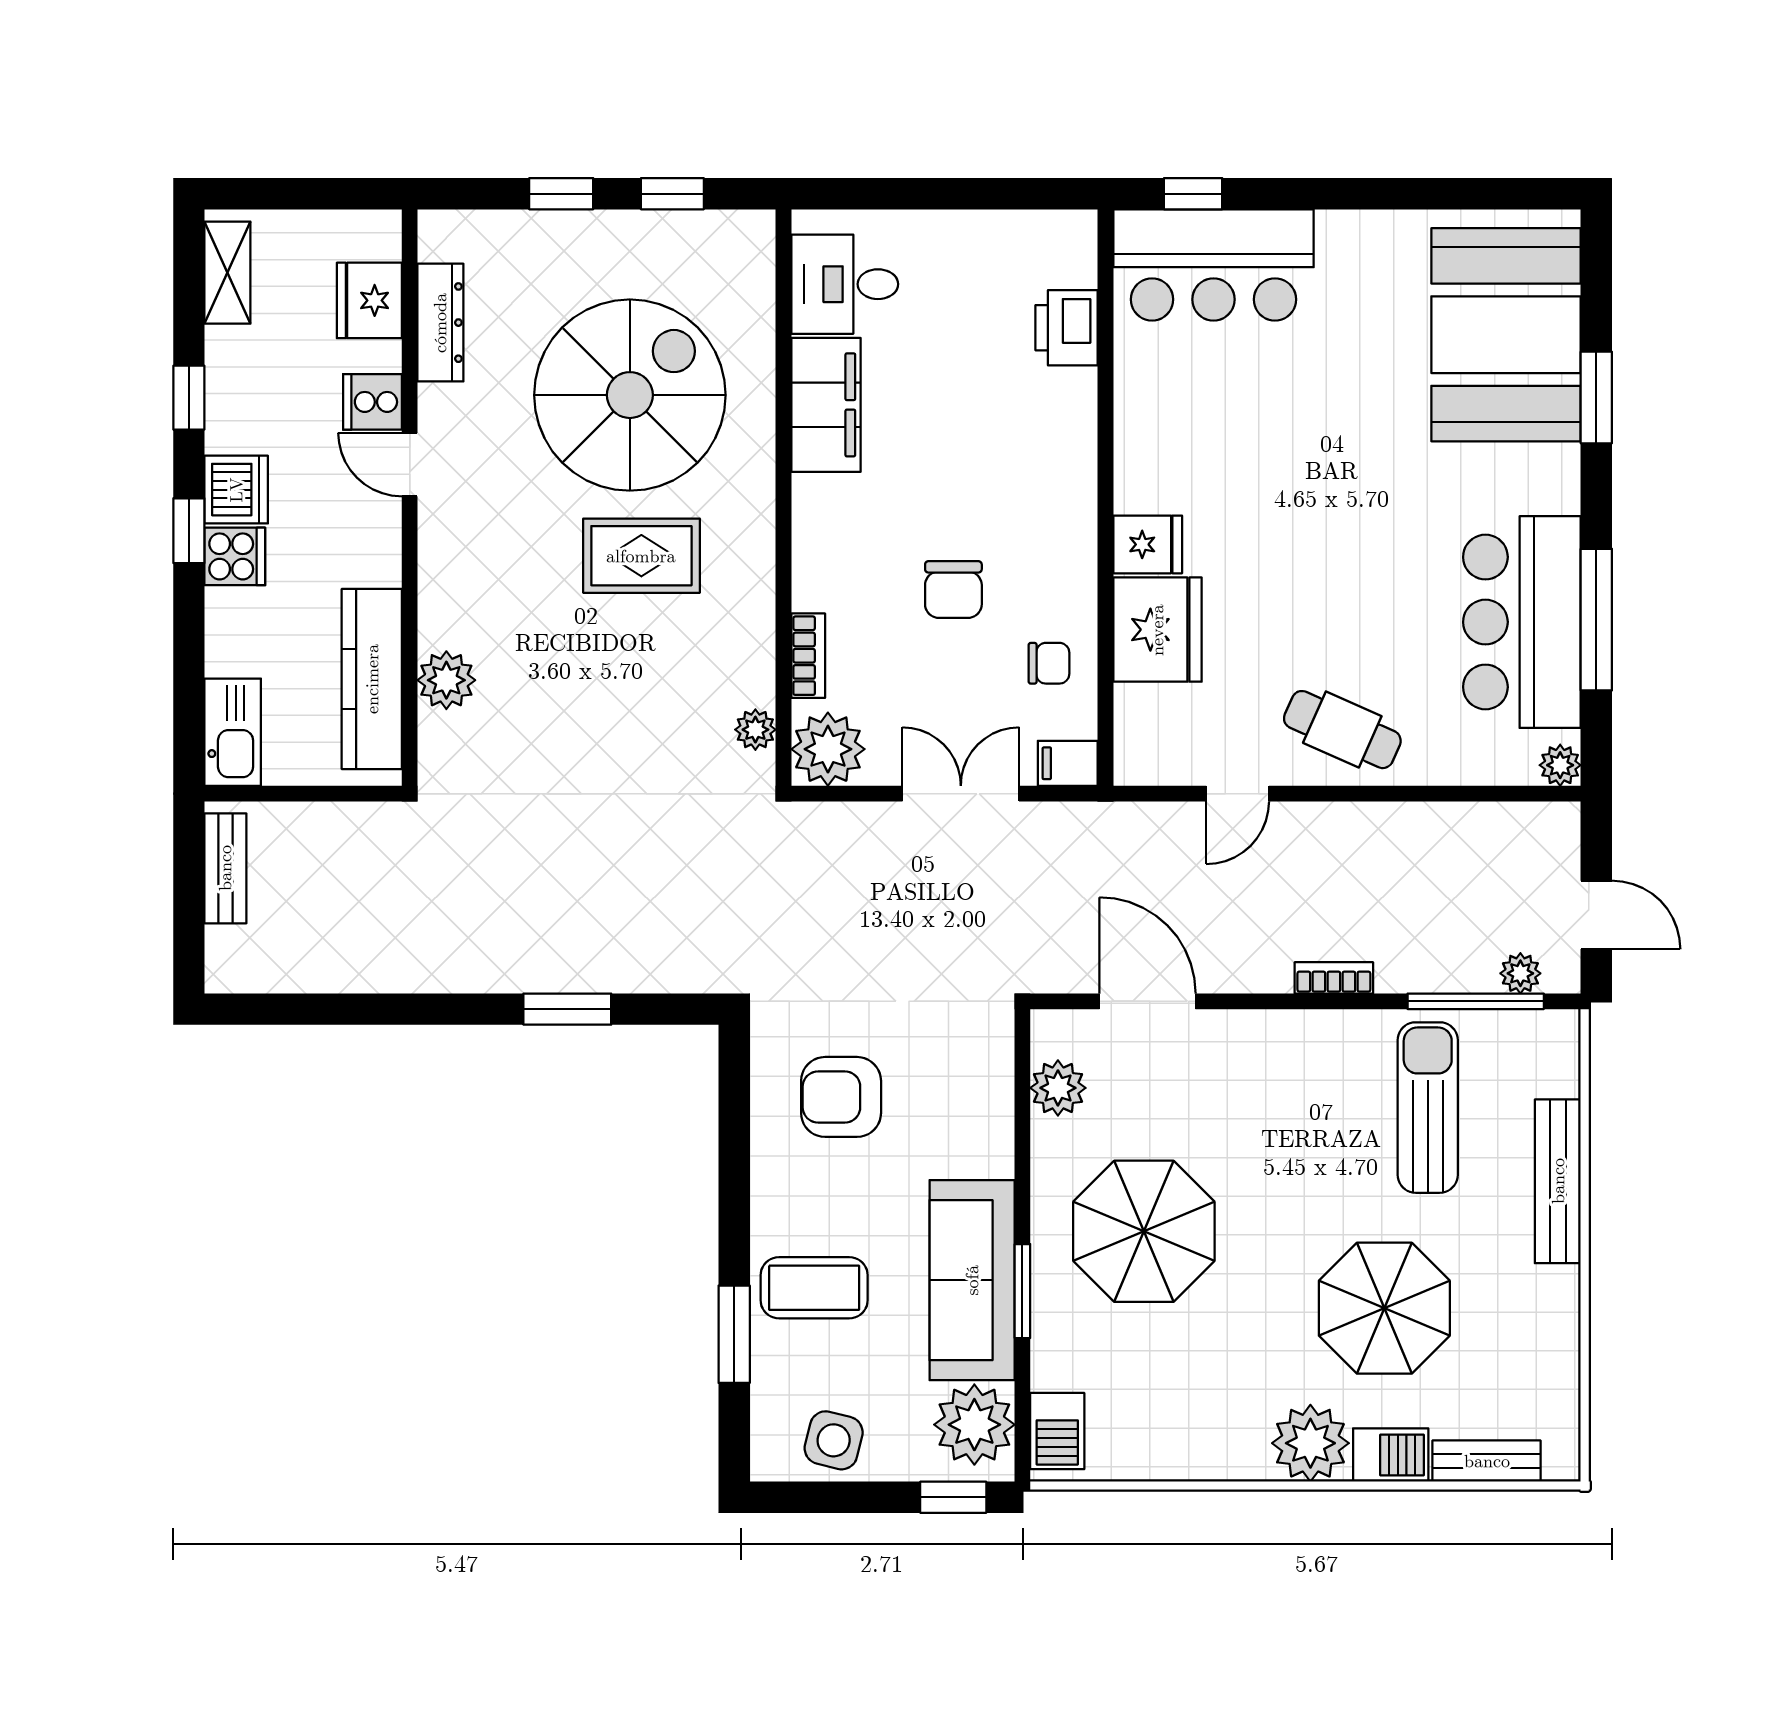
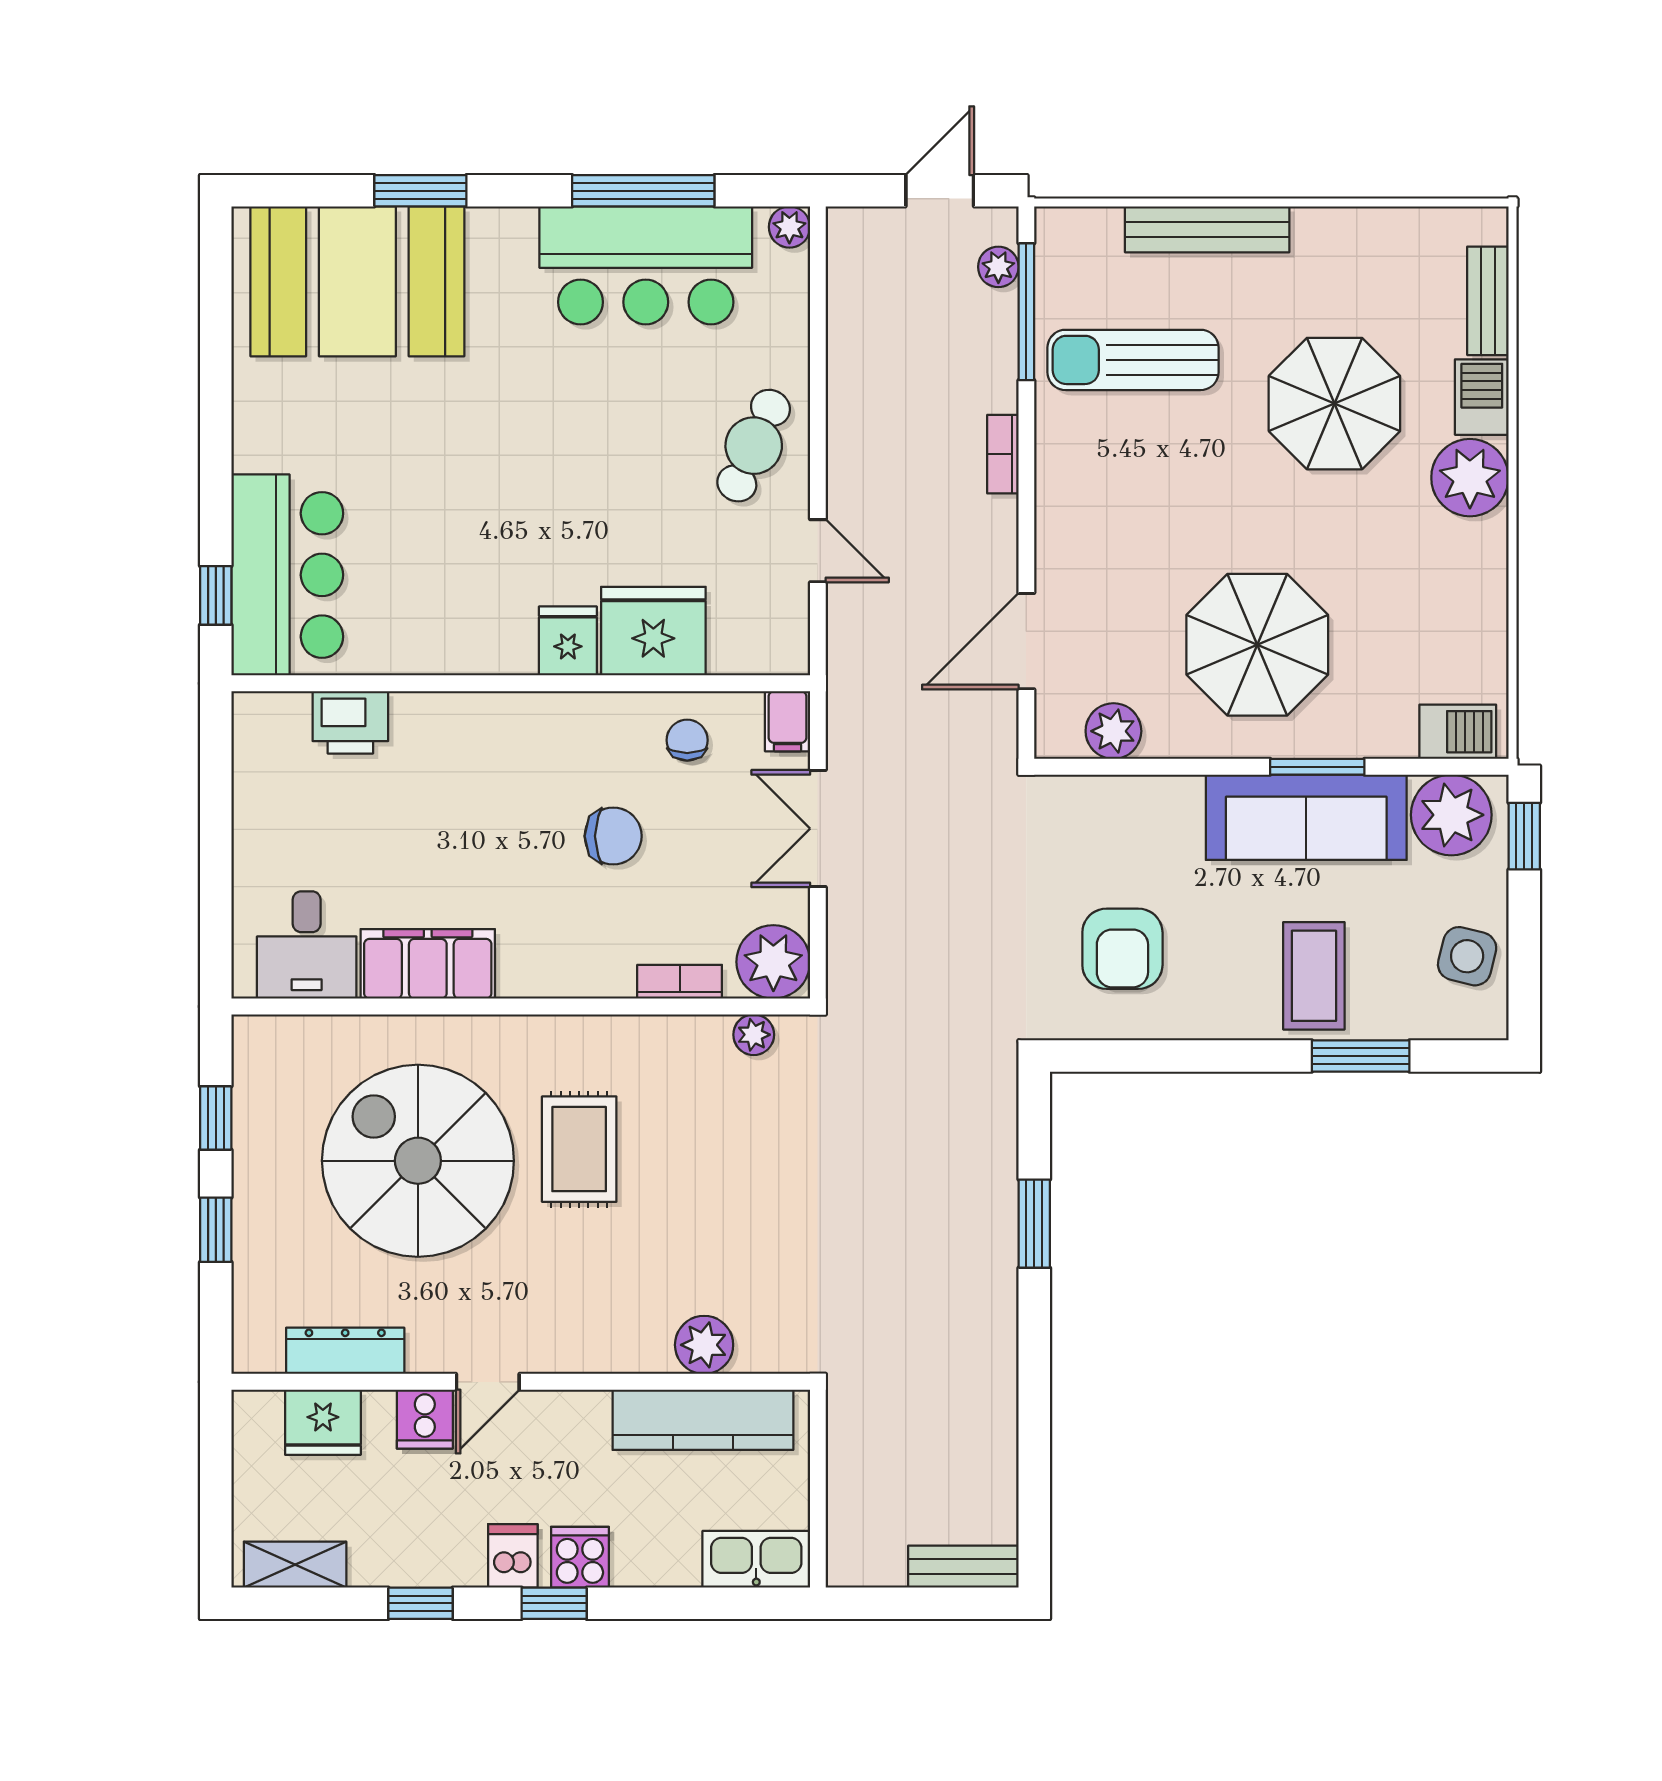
dishwasher: (236, 490) -> (513, 1556), width x0.73
bench: (225, 868) -> (963, 1567), moved

